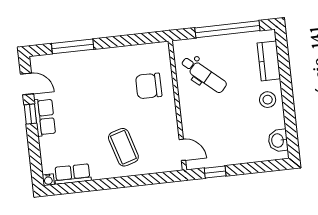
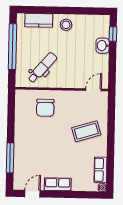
window: (30, 114) -> (54, 194), removed
washbasin: (278, 140) -> (103, 46), moved, turned 90
window: (215, 172) -> (113, 34), moved

